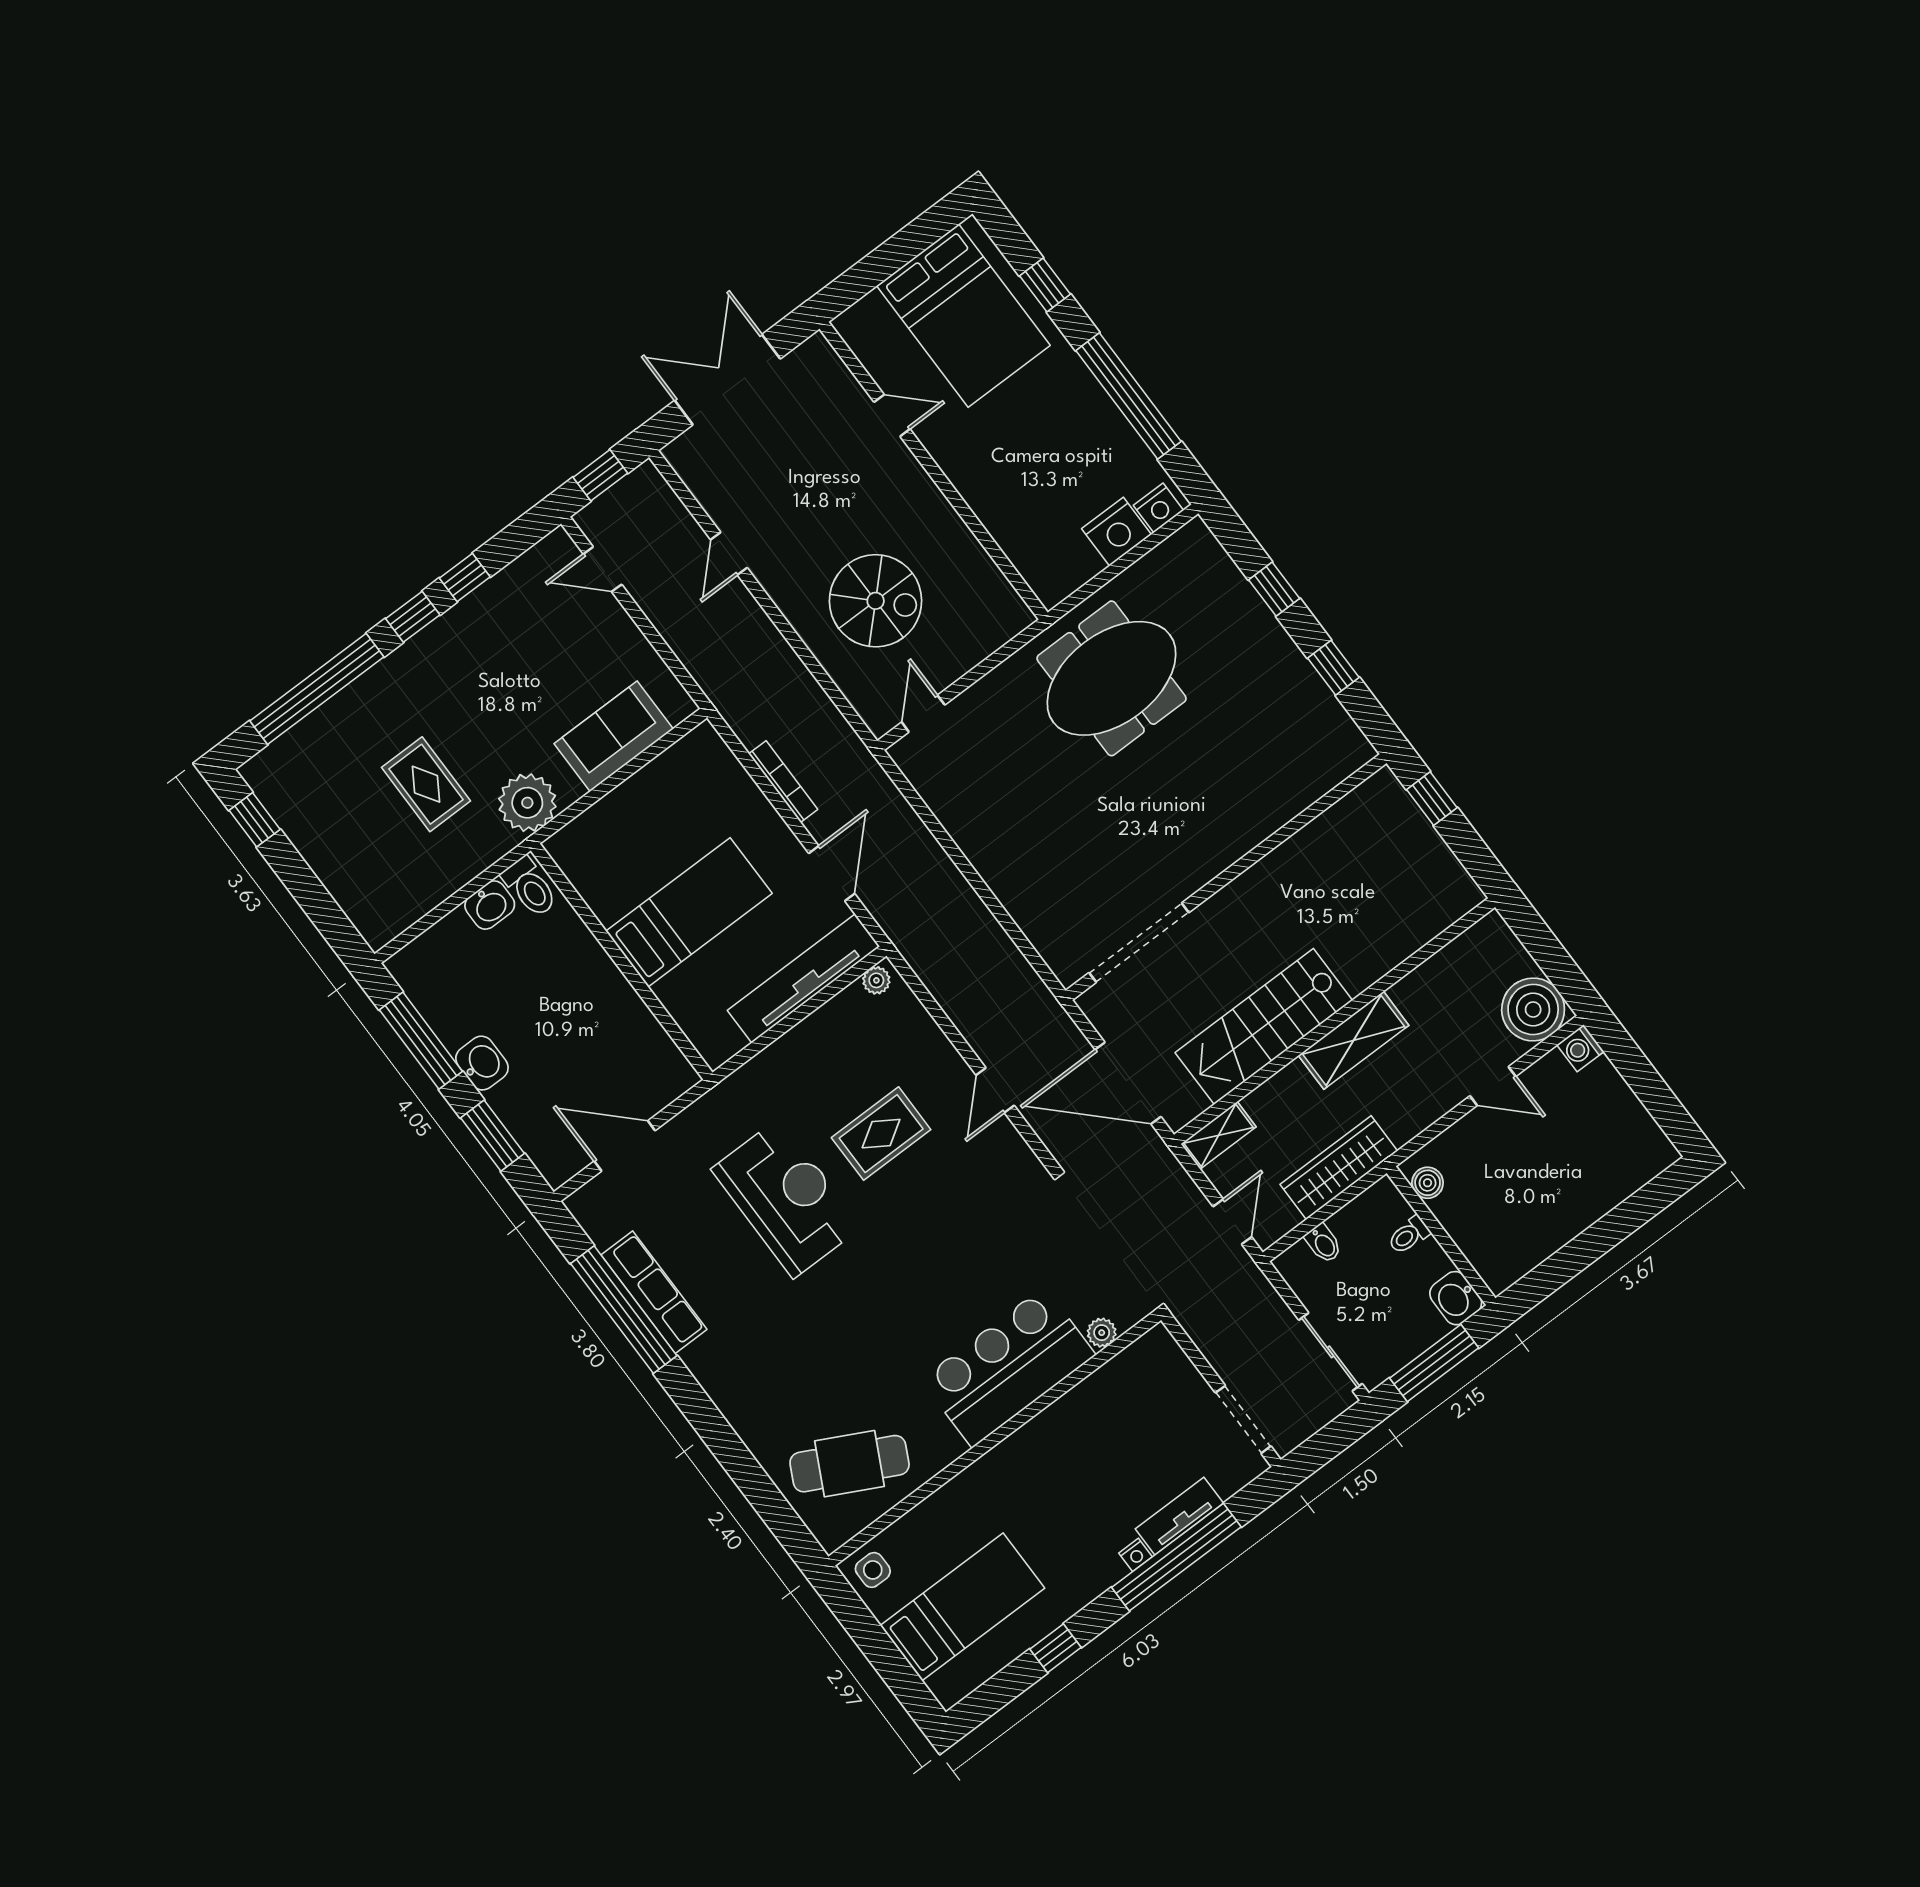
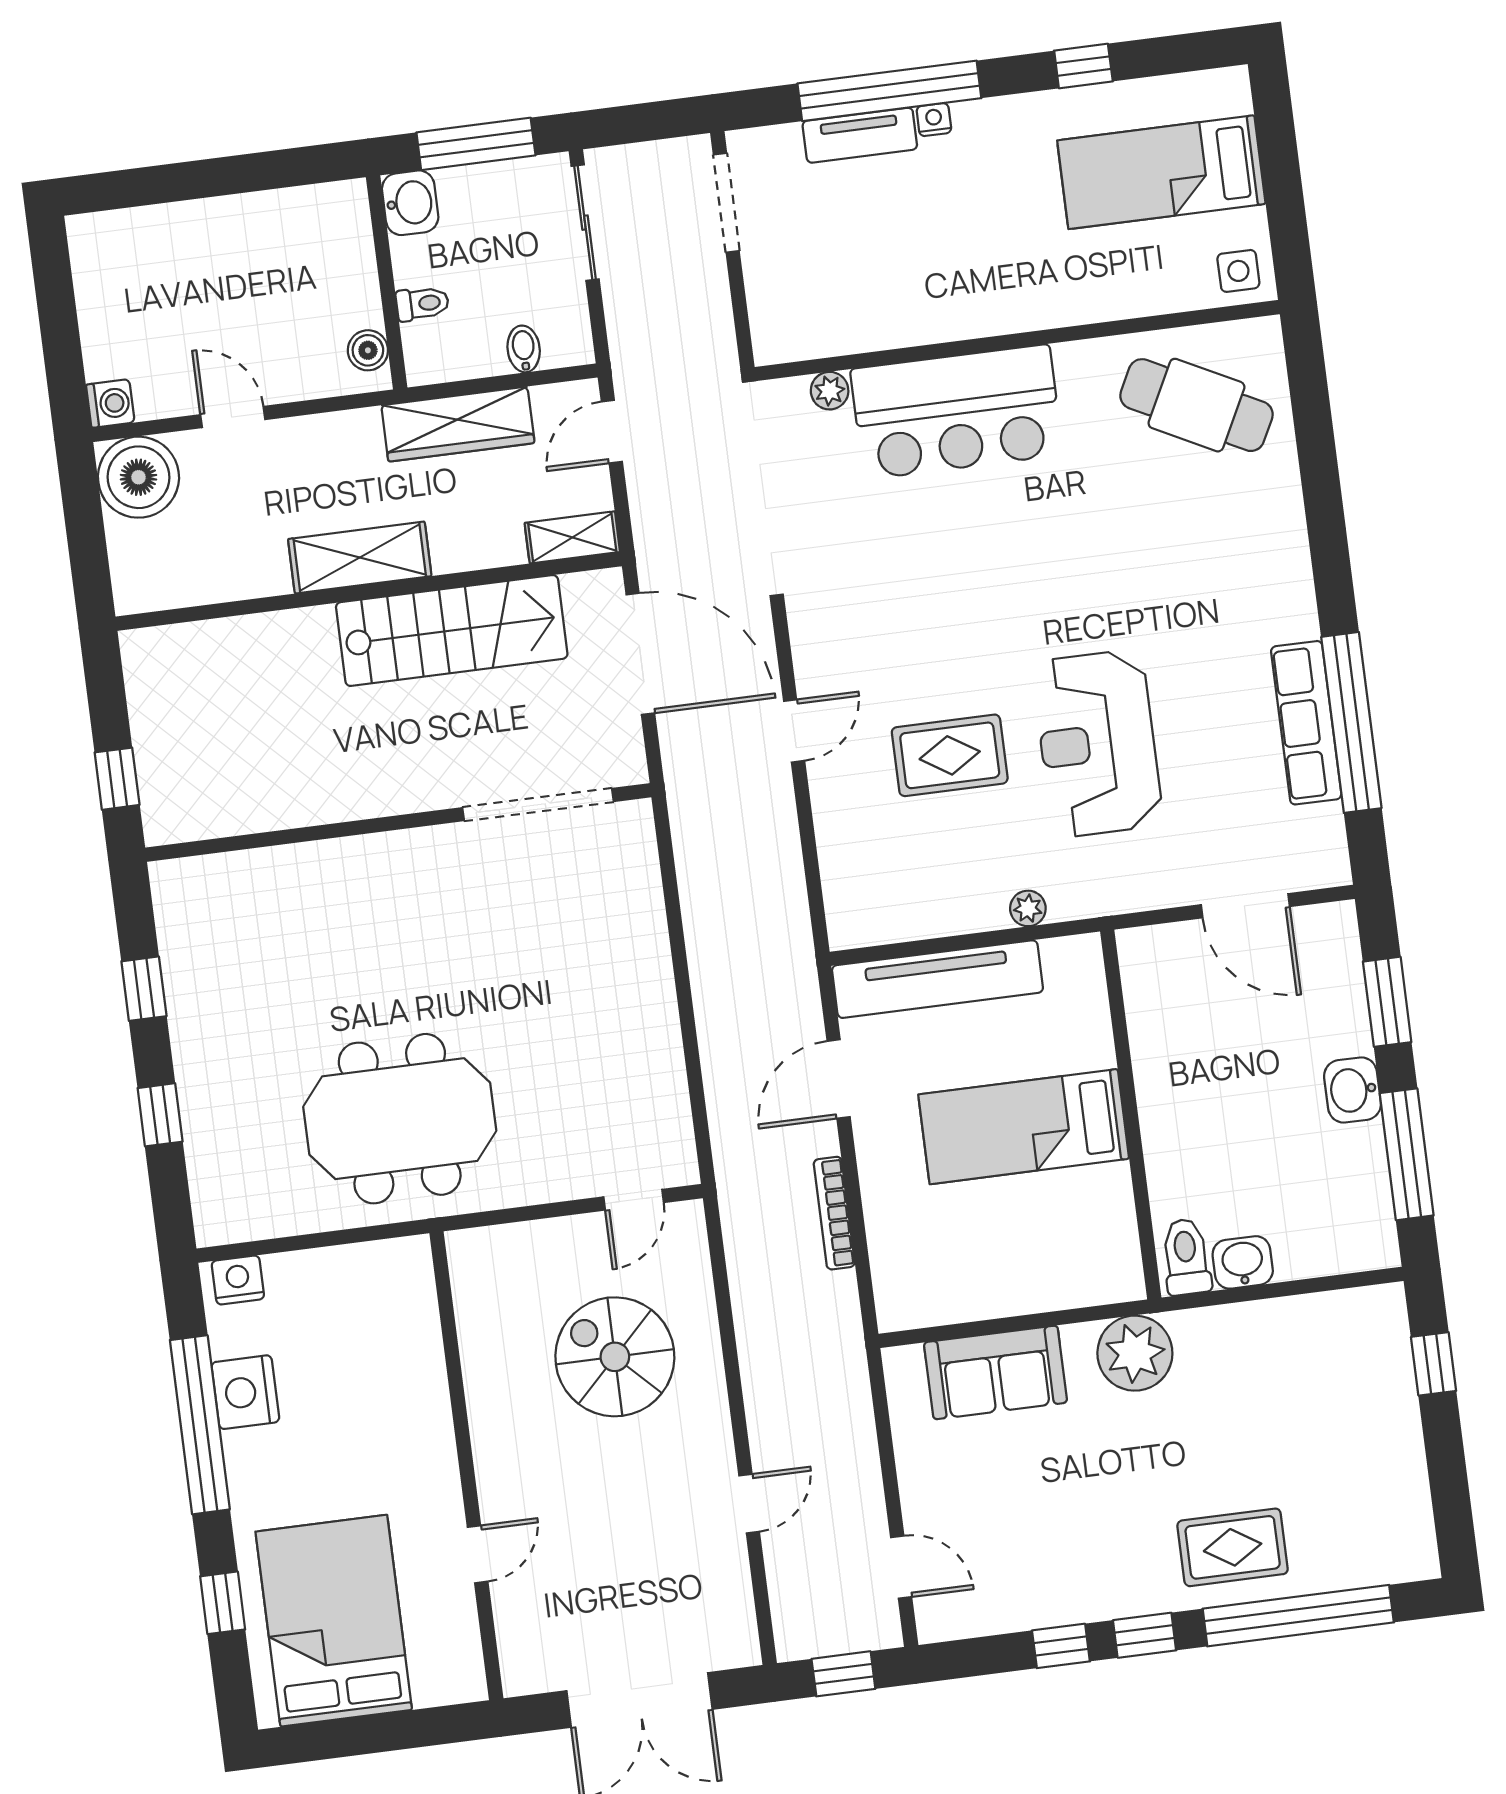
door: (892, 415) -> (478, 1554), swing flipped
nightstand: (1116, 532) -> (245, 1392), moved, turned -90
rug: (426, 784) -> (1233, 1547), moved, turned 90
window: (255, 820) -> (1434, 1364), moved
plant: (876, 980) -> (1028, 908), moved

